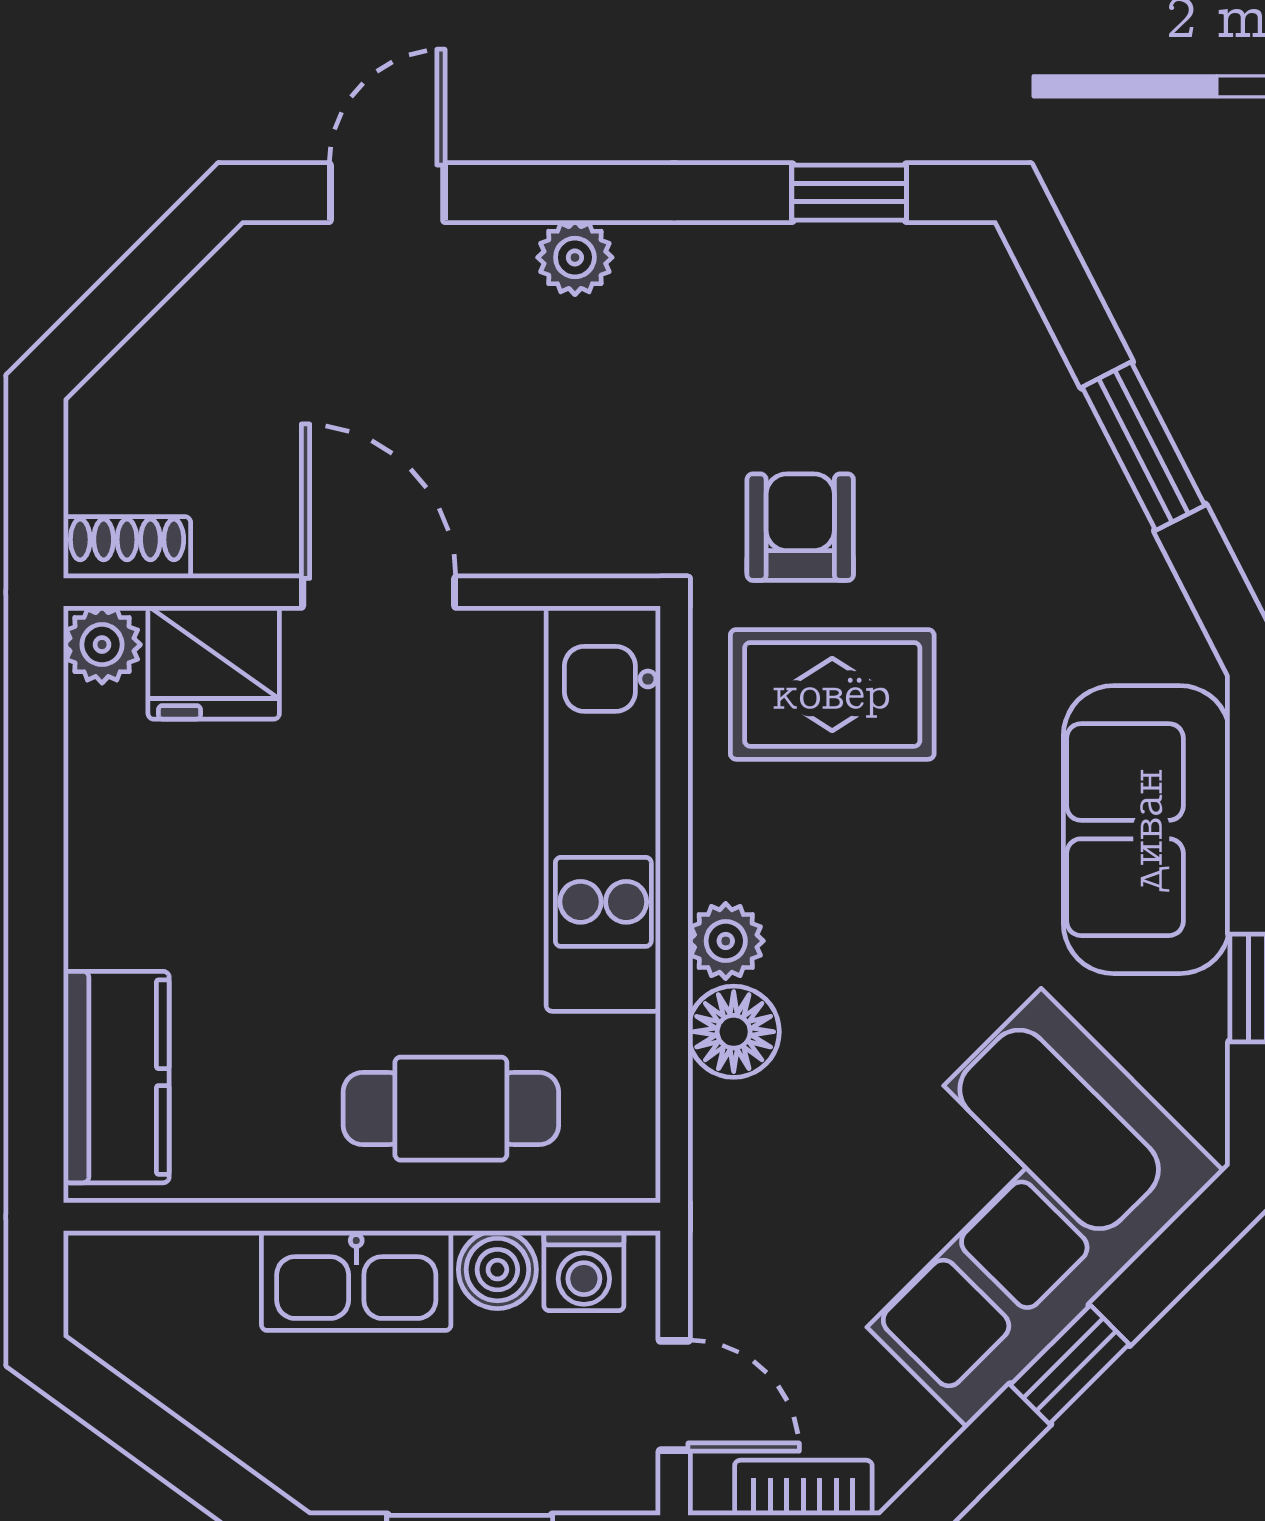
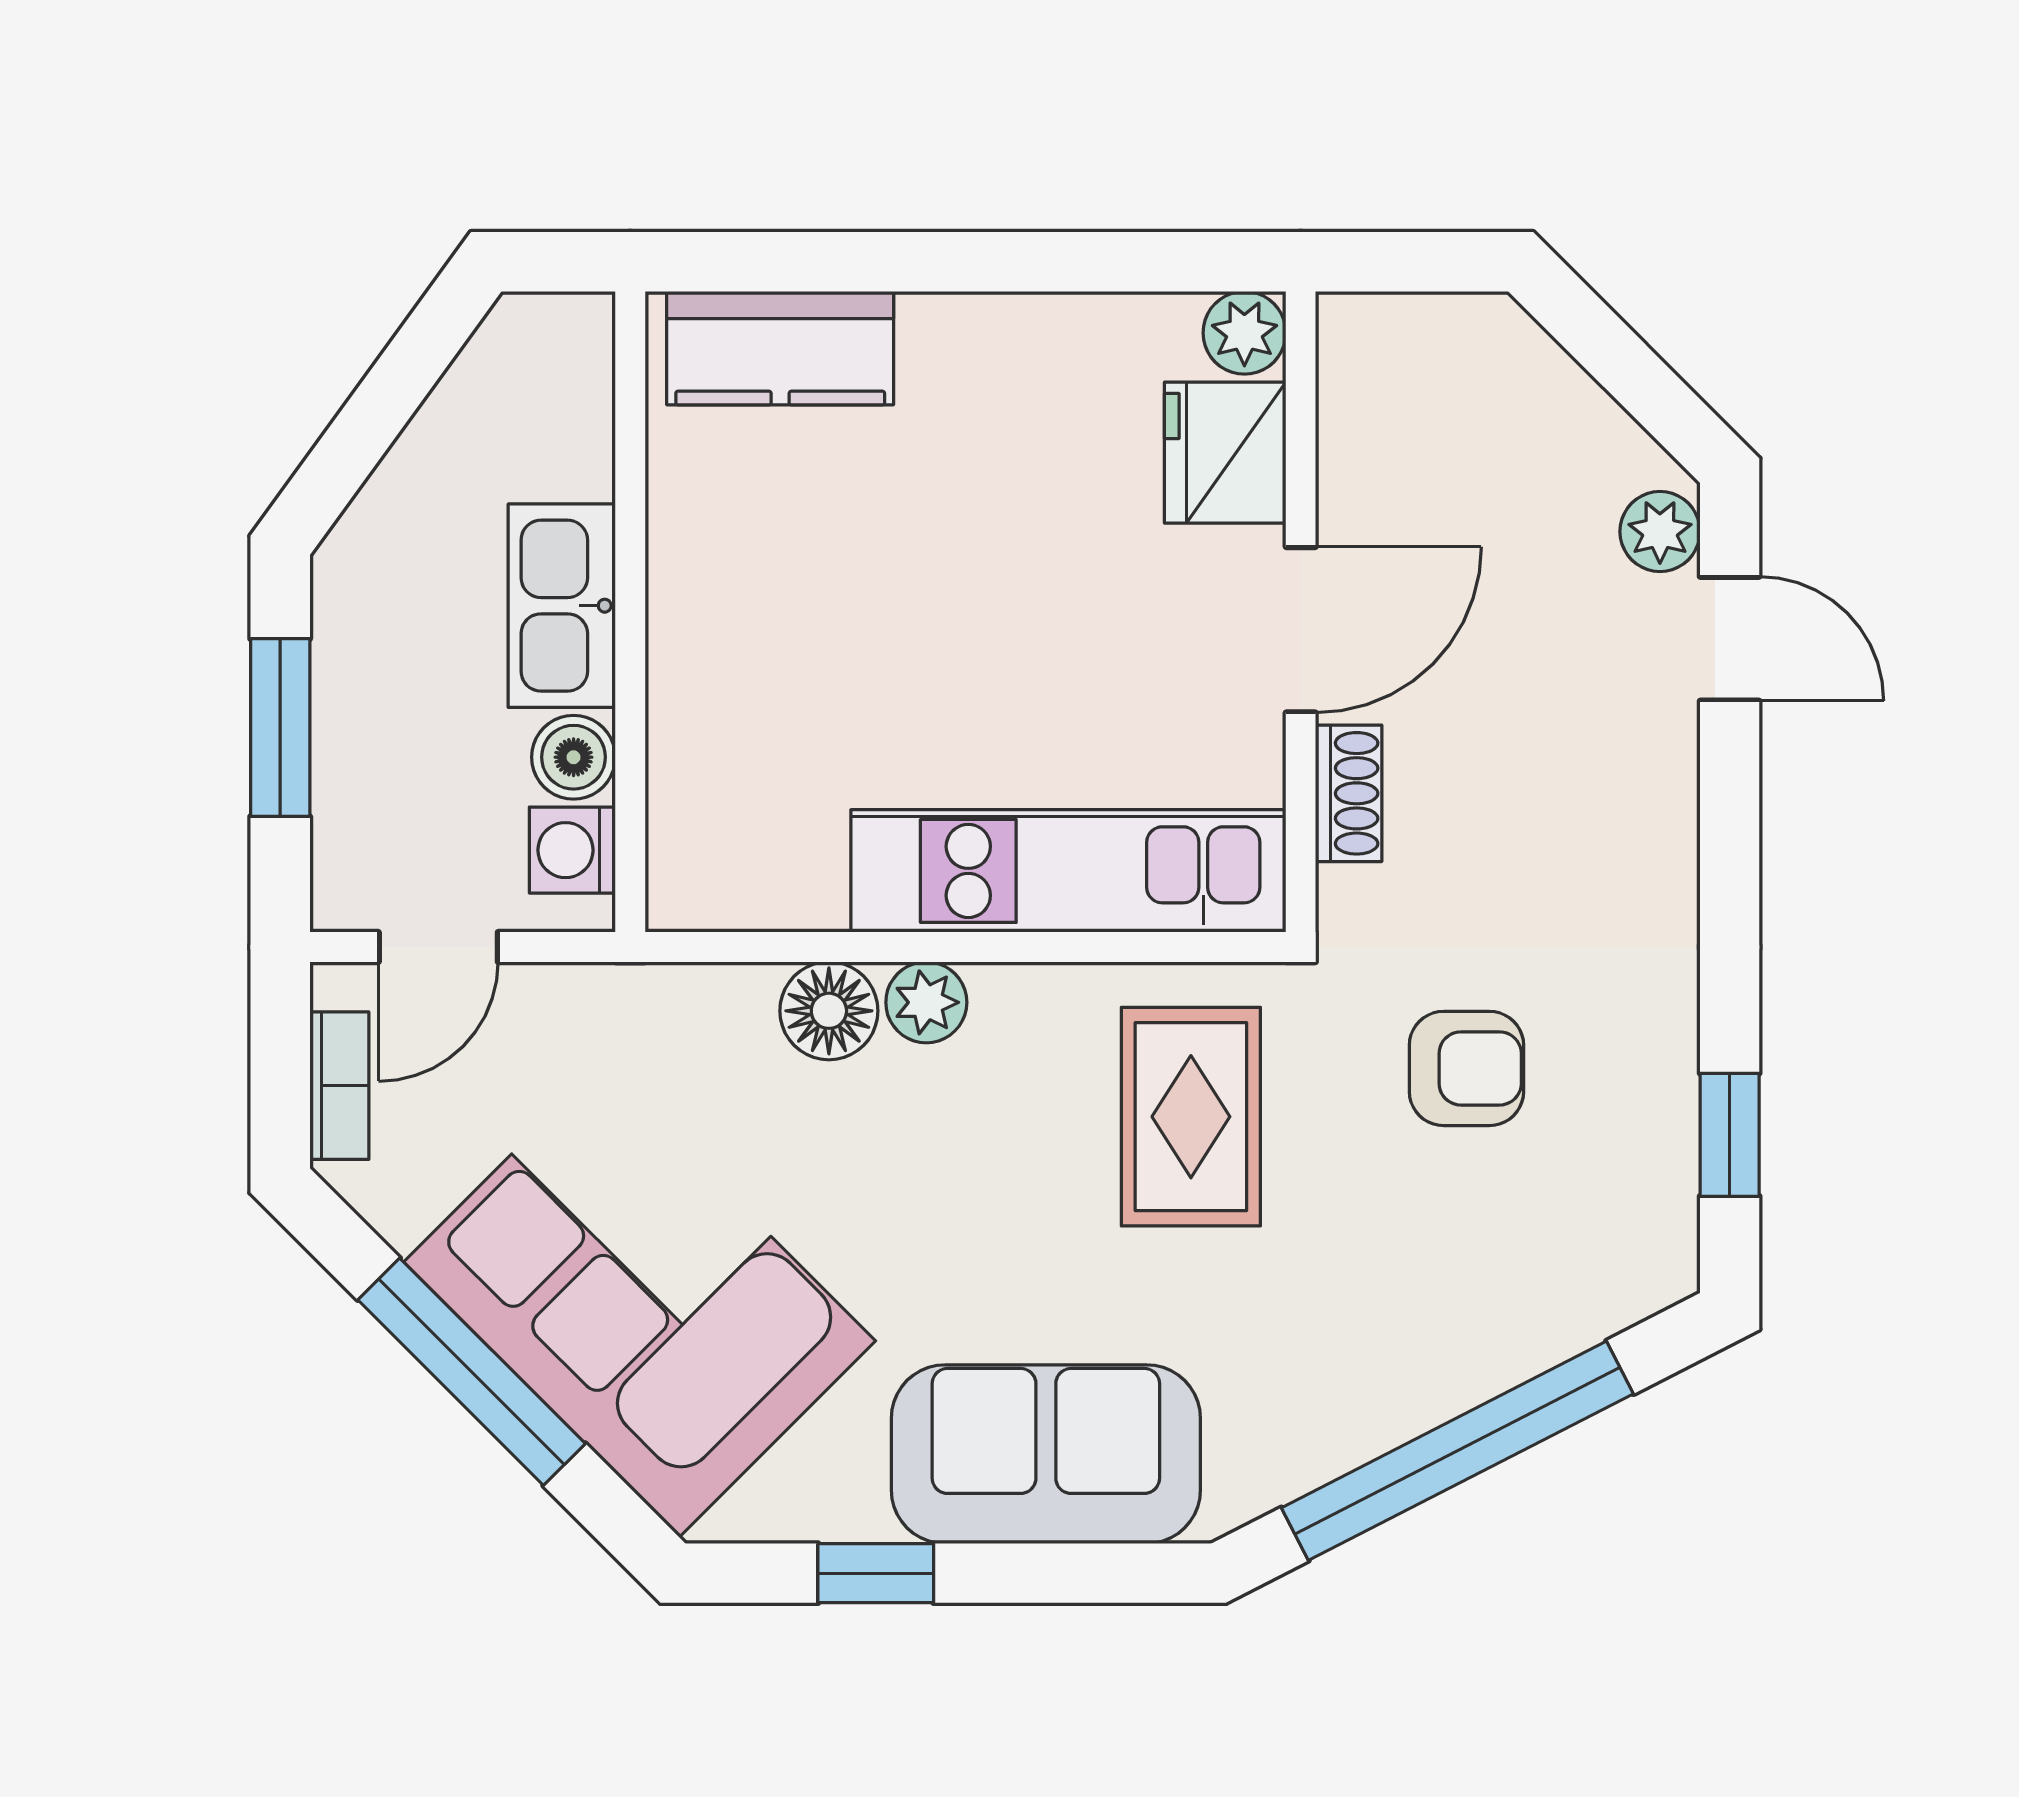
plant: (575, 257) -> (1660, 532), moved
window: (1143, 446) -> (1457, 1451), width x2.11
armchair: (800, 527) -> (1466, 1068), moved
shoe rack: (127, 548) -> (1349, 793), moved
cafe table: (451, 1109) -> (746, 707), removed
window: (1070, 1365) -> (472, 1372), width x2.17

